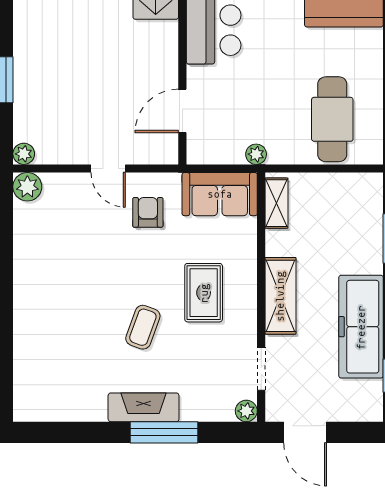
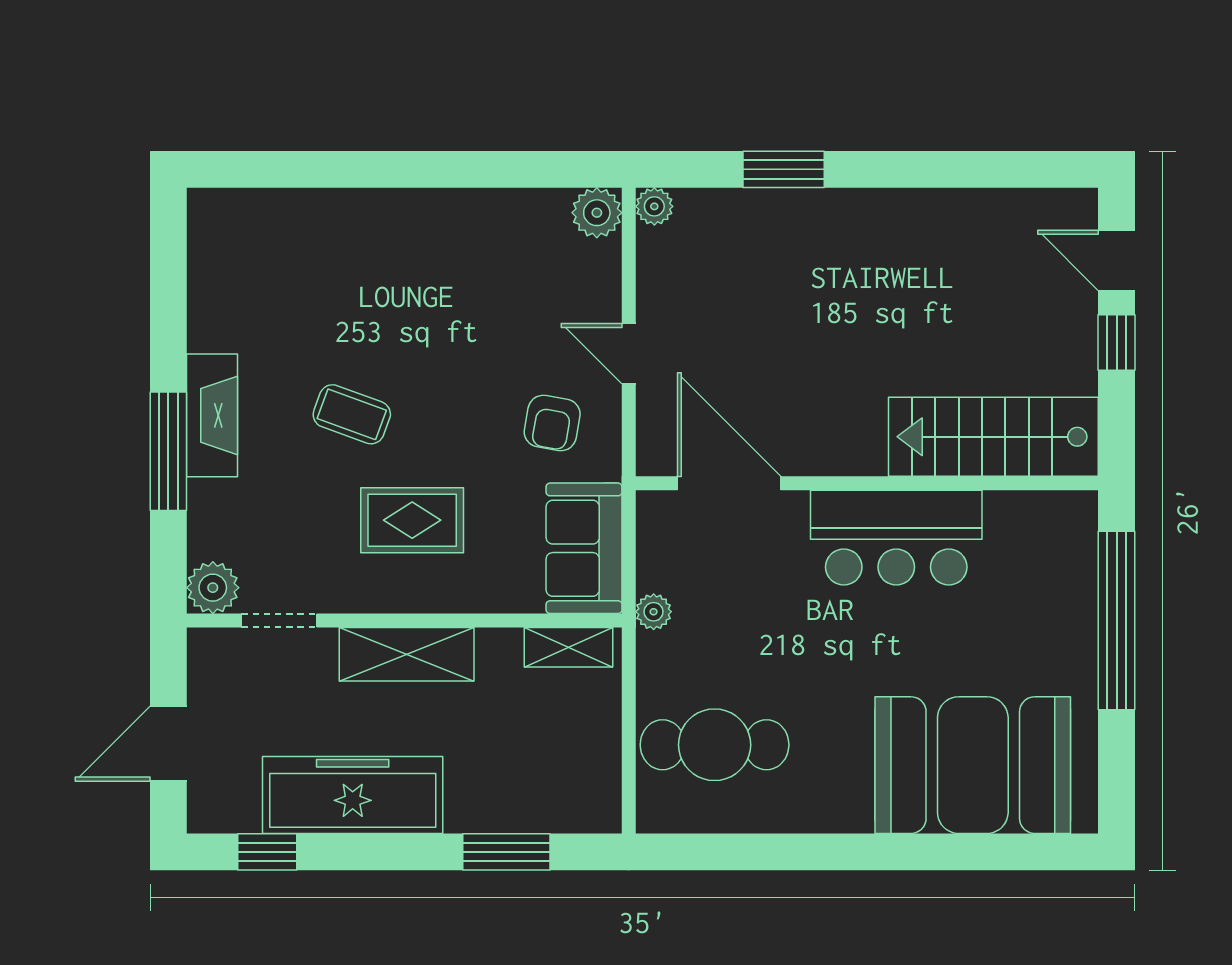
door: (182, 111) -> (729, 483), width x1.36
door: (108, 168) -> (629, 354), hinge flipped
armchair: (148, 212) -> (552, 423), turned 100
plant: (246, 411) -> (213, 588), width x1.38, depth x1.38
door: (305, 432) -> (168, 744), moved

